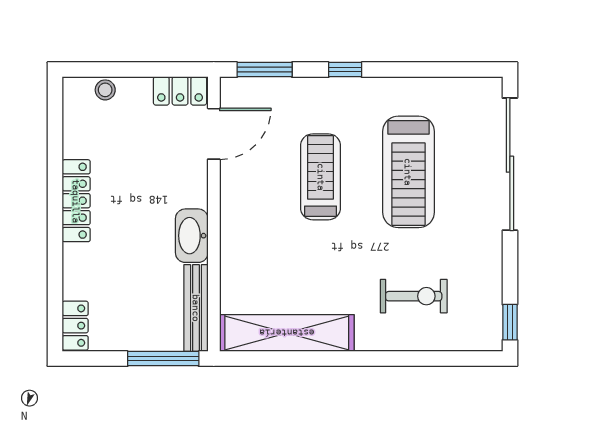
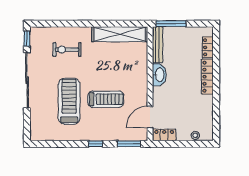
sliding door: (510, 164) -> (27, 80), moved
treadmill: (321, 177) -> (106, 99), turned -90
locker: (76, 201) -> (207, 77), moved
locker: (75, 326) -> (208, 47), moved

